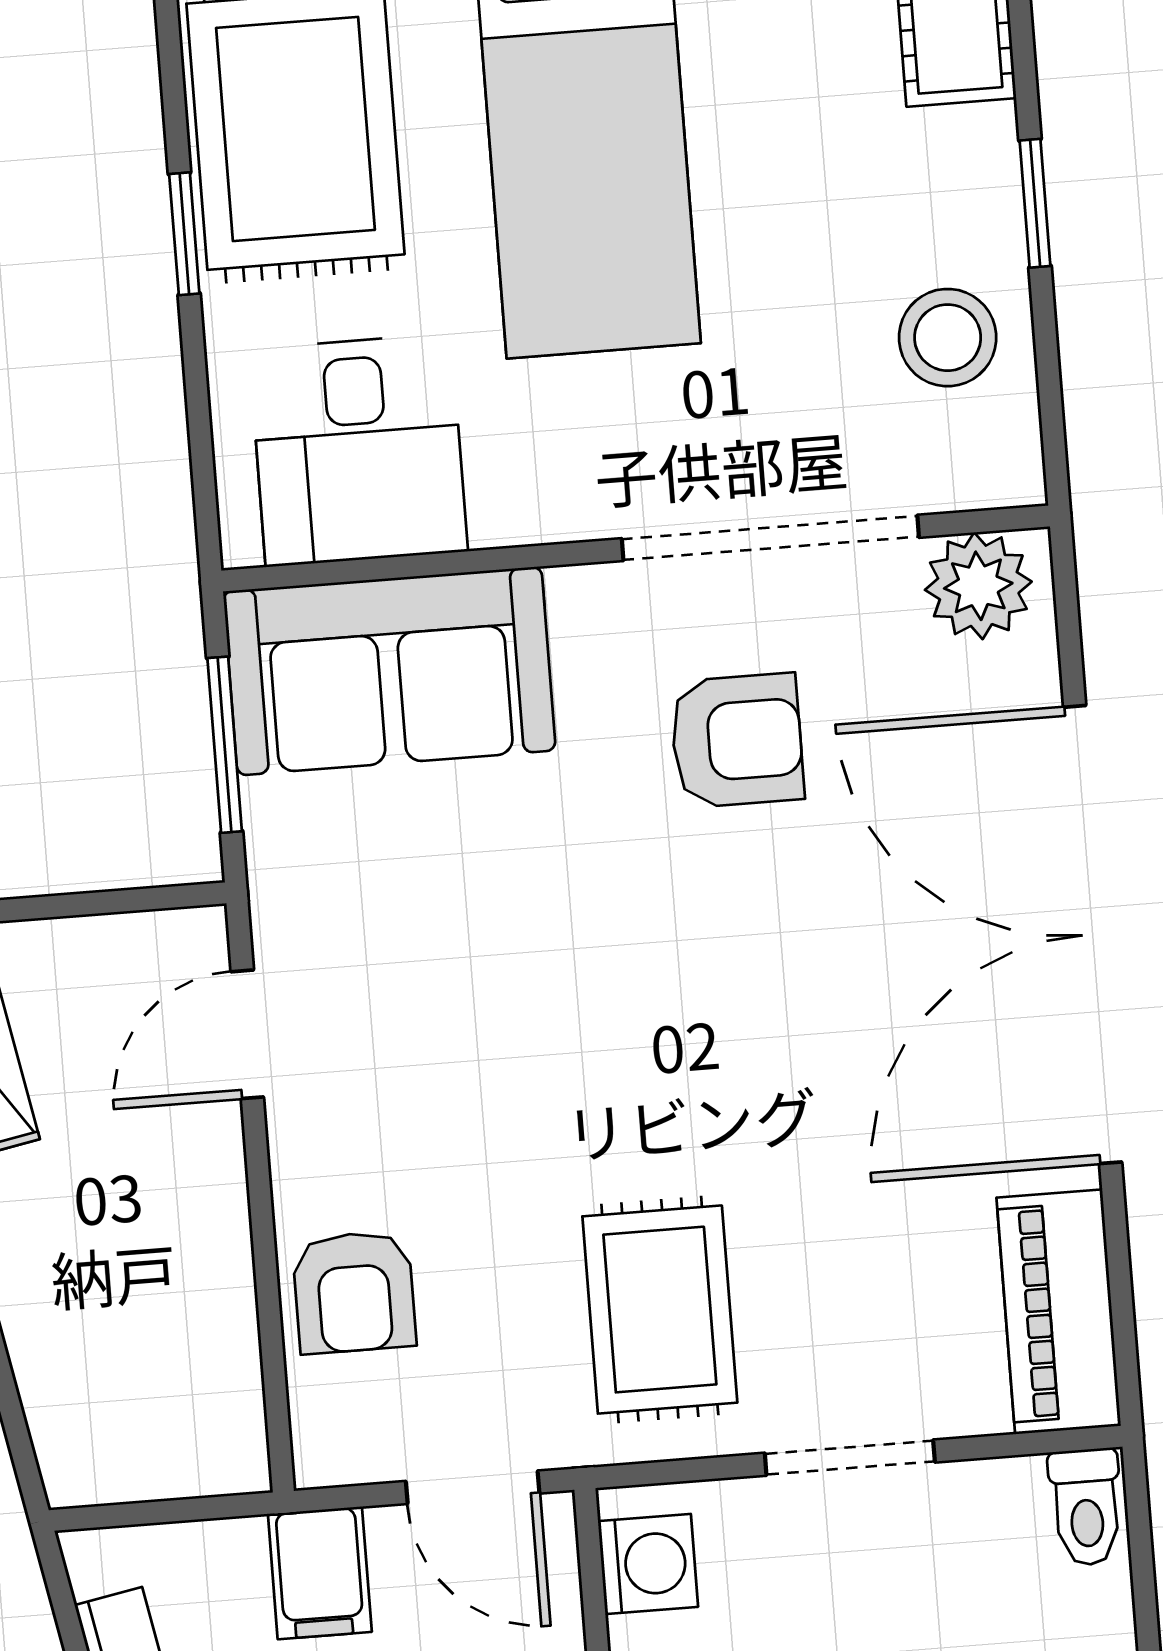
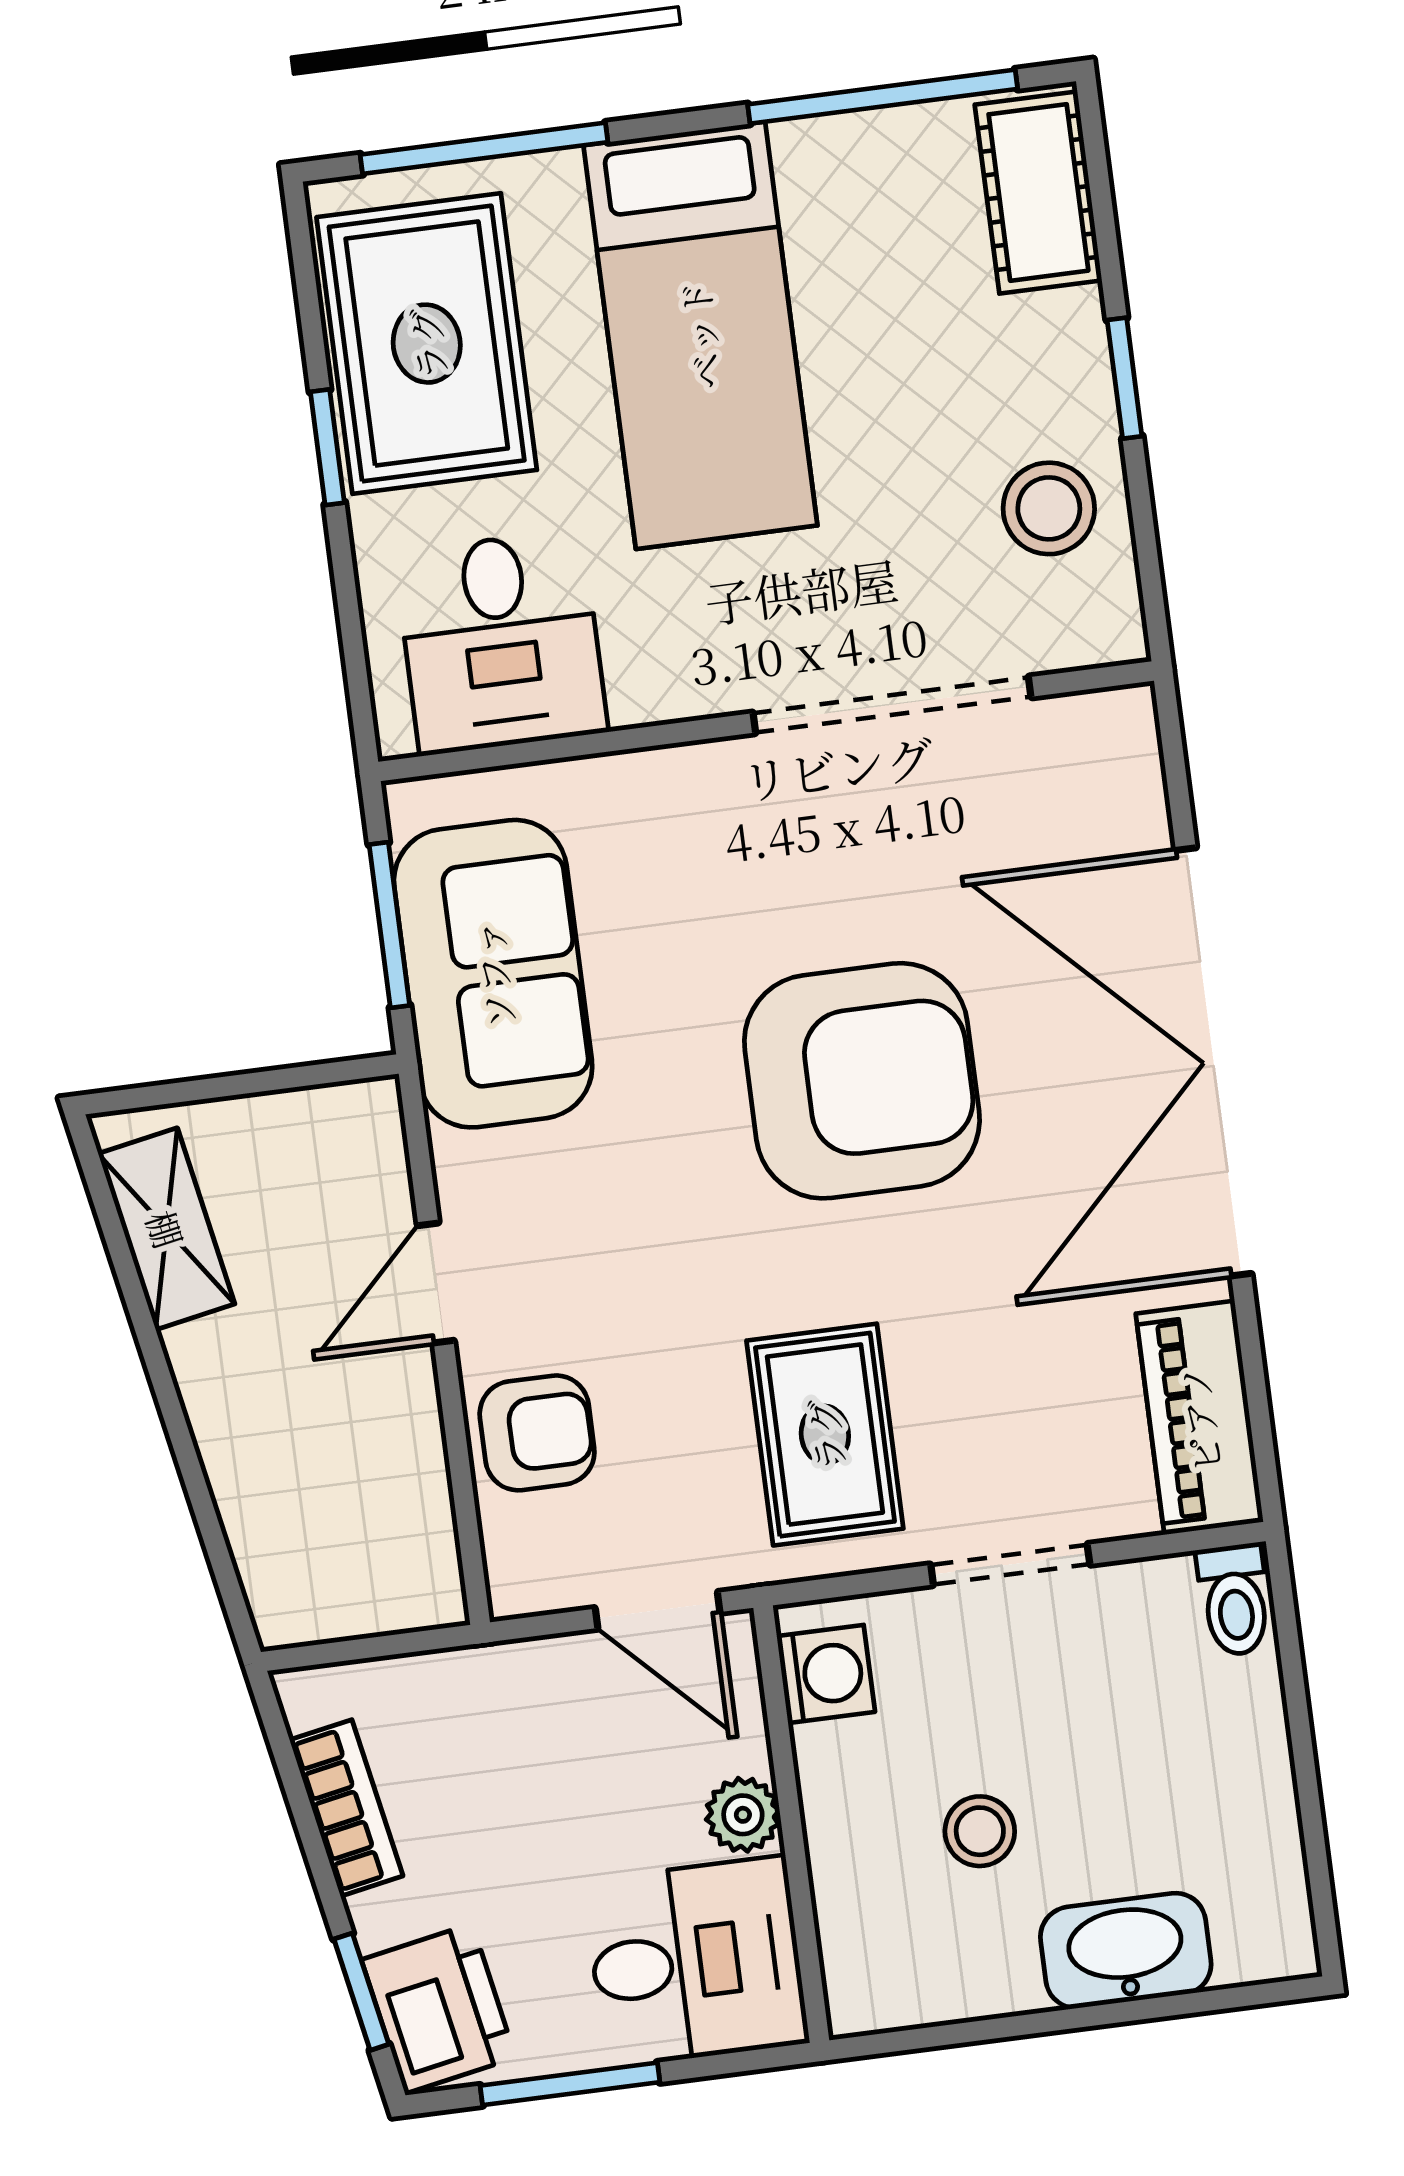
plant: (978, 586) -> (1090, 740), removed
sofa: (389, 671) -> (493, 974), moved, turned -90
armchair: (737, 740) -> (862, 1081), moved, width x1.88, depth x1.88
door: (247, 1034) -> (436, 1283), moved
armchair: (354, 1292) -> (537, 1433), turned -90
filing cabinet: (320, 1573) -> (518, 1698), removed

